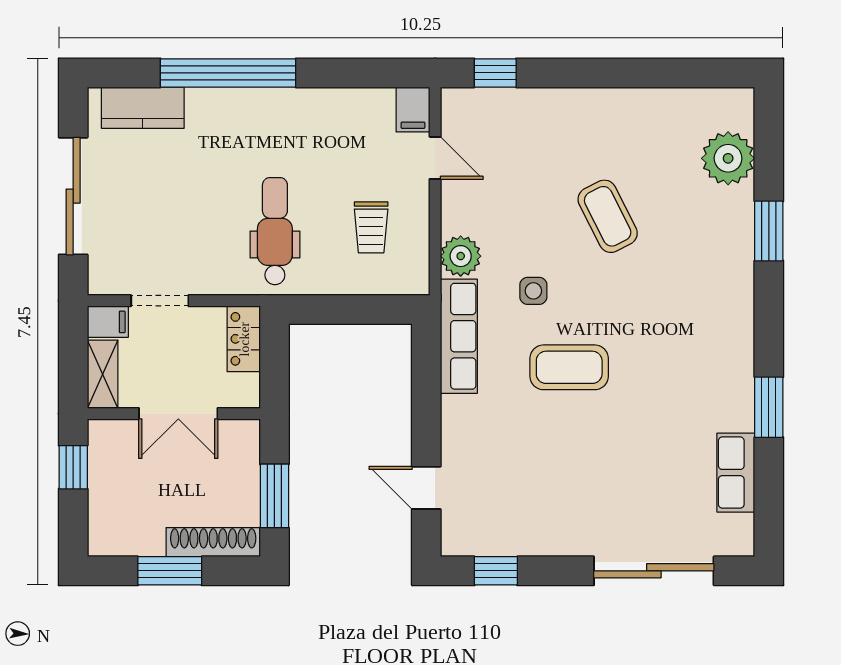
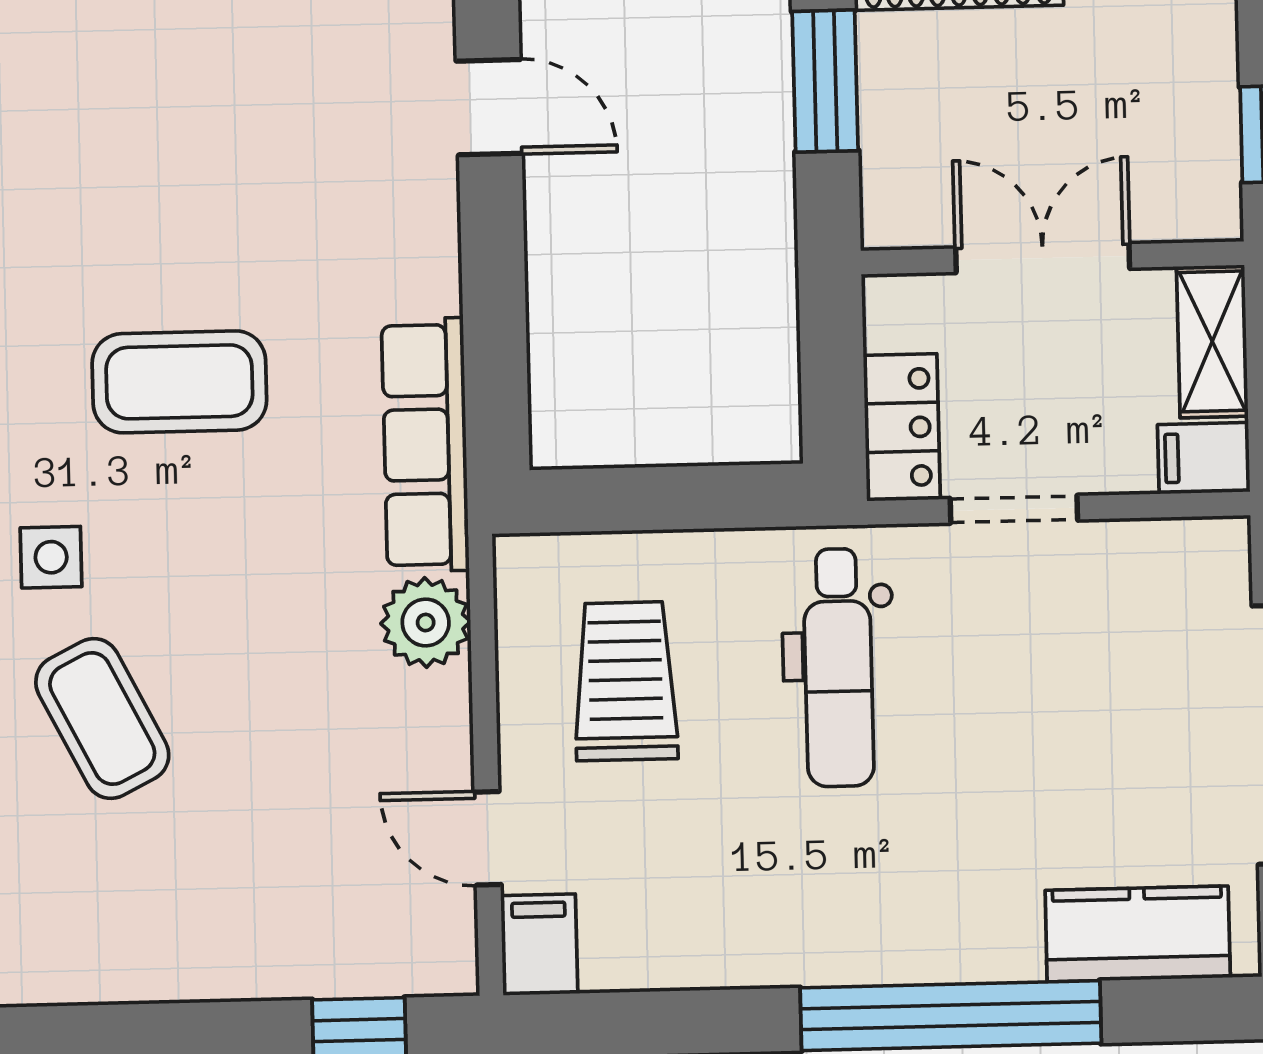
trolley: (371, 227) -> (626, 681), width x1.36, depth x1.39
side table: (533, 291) -> (51, 557), moved
doorway: (160, 301) -> (1014, 509), moved

